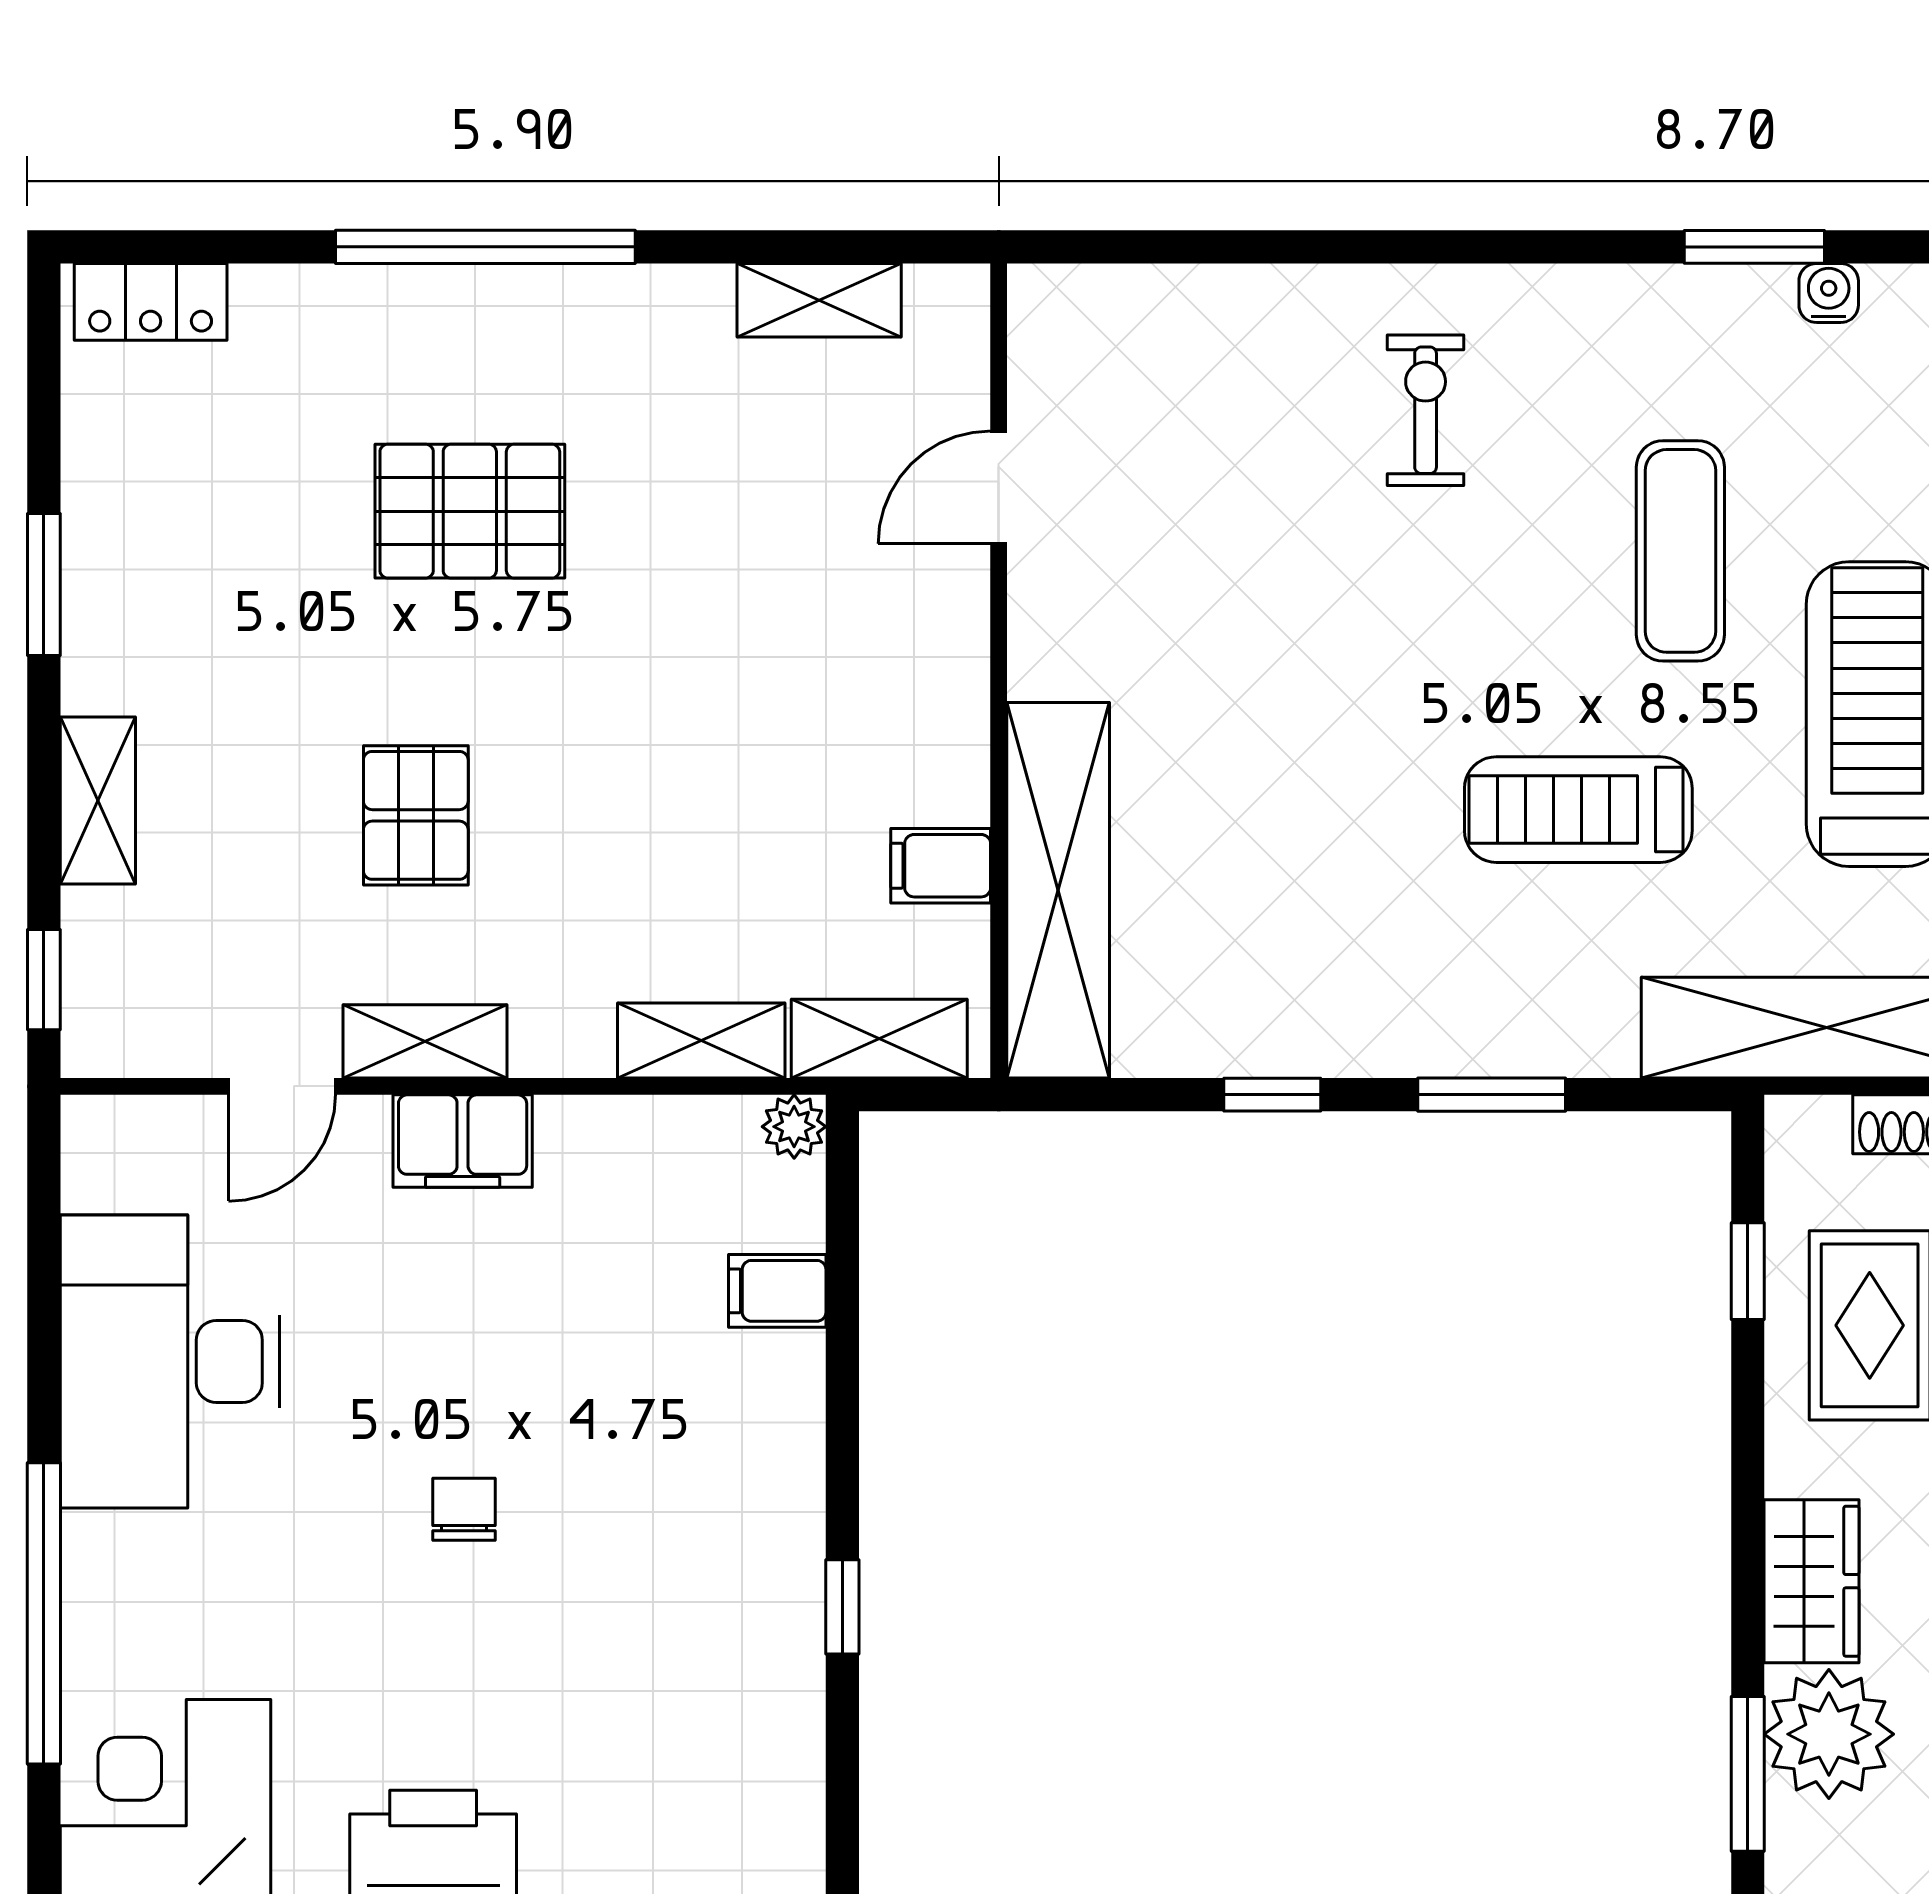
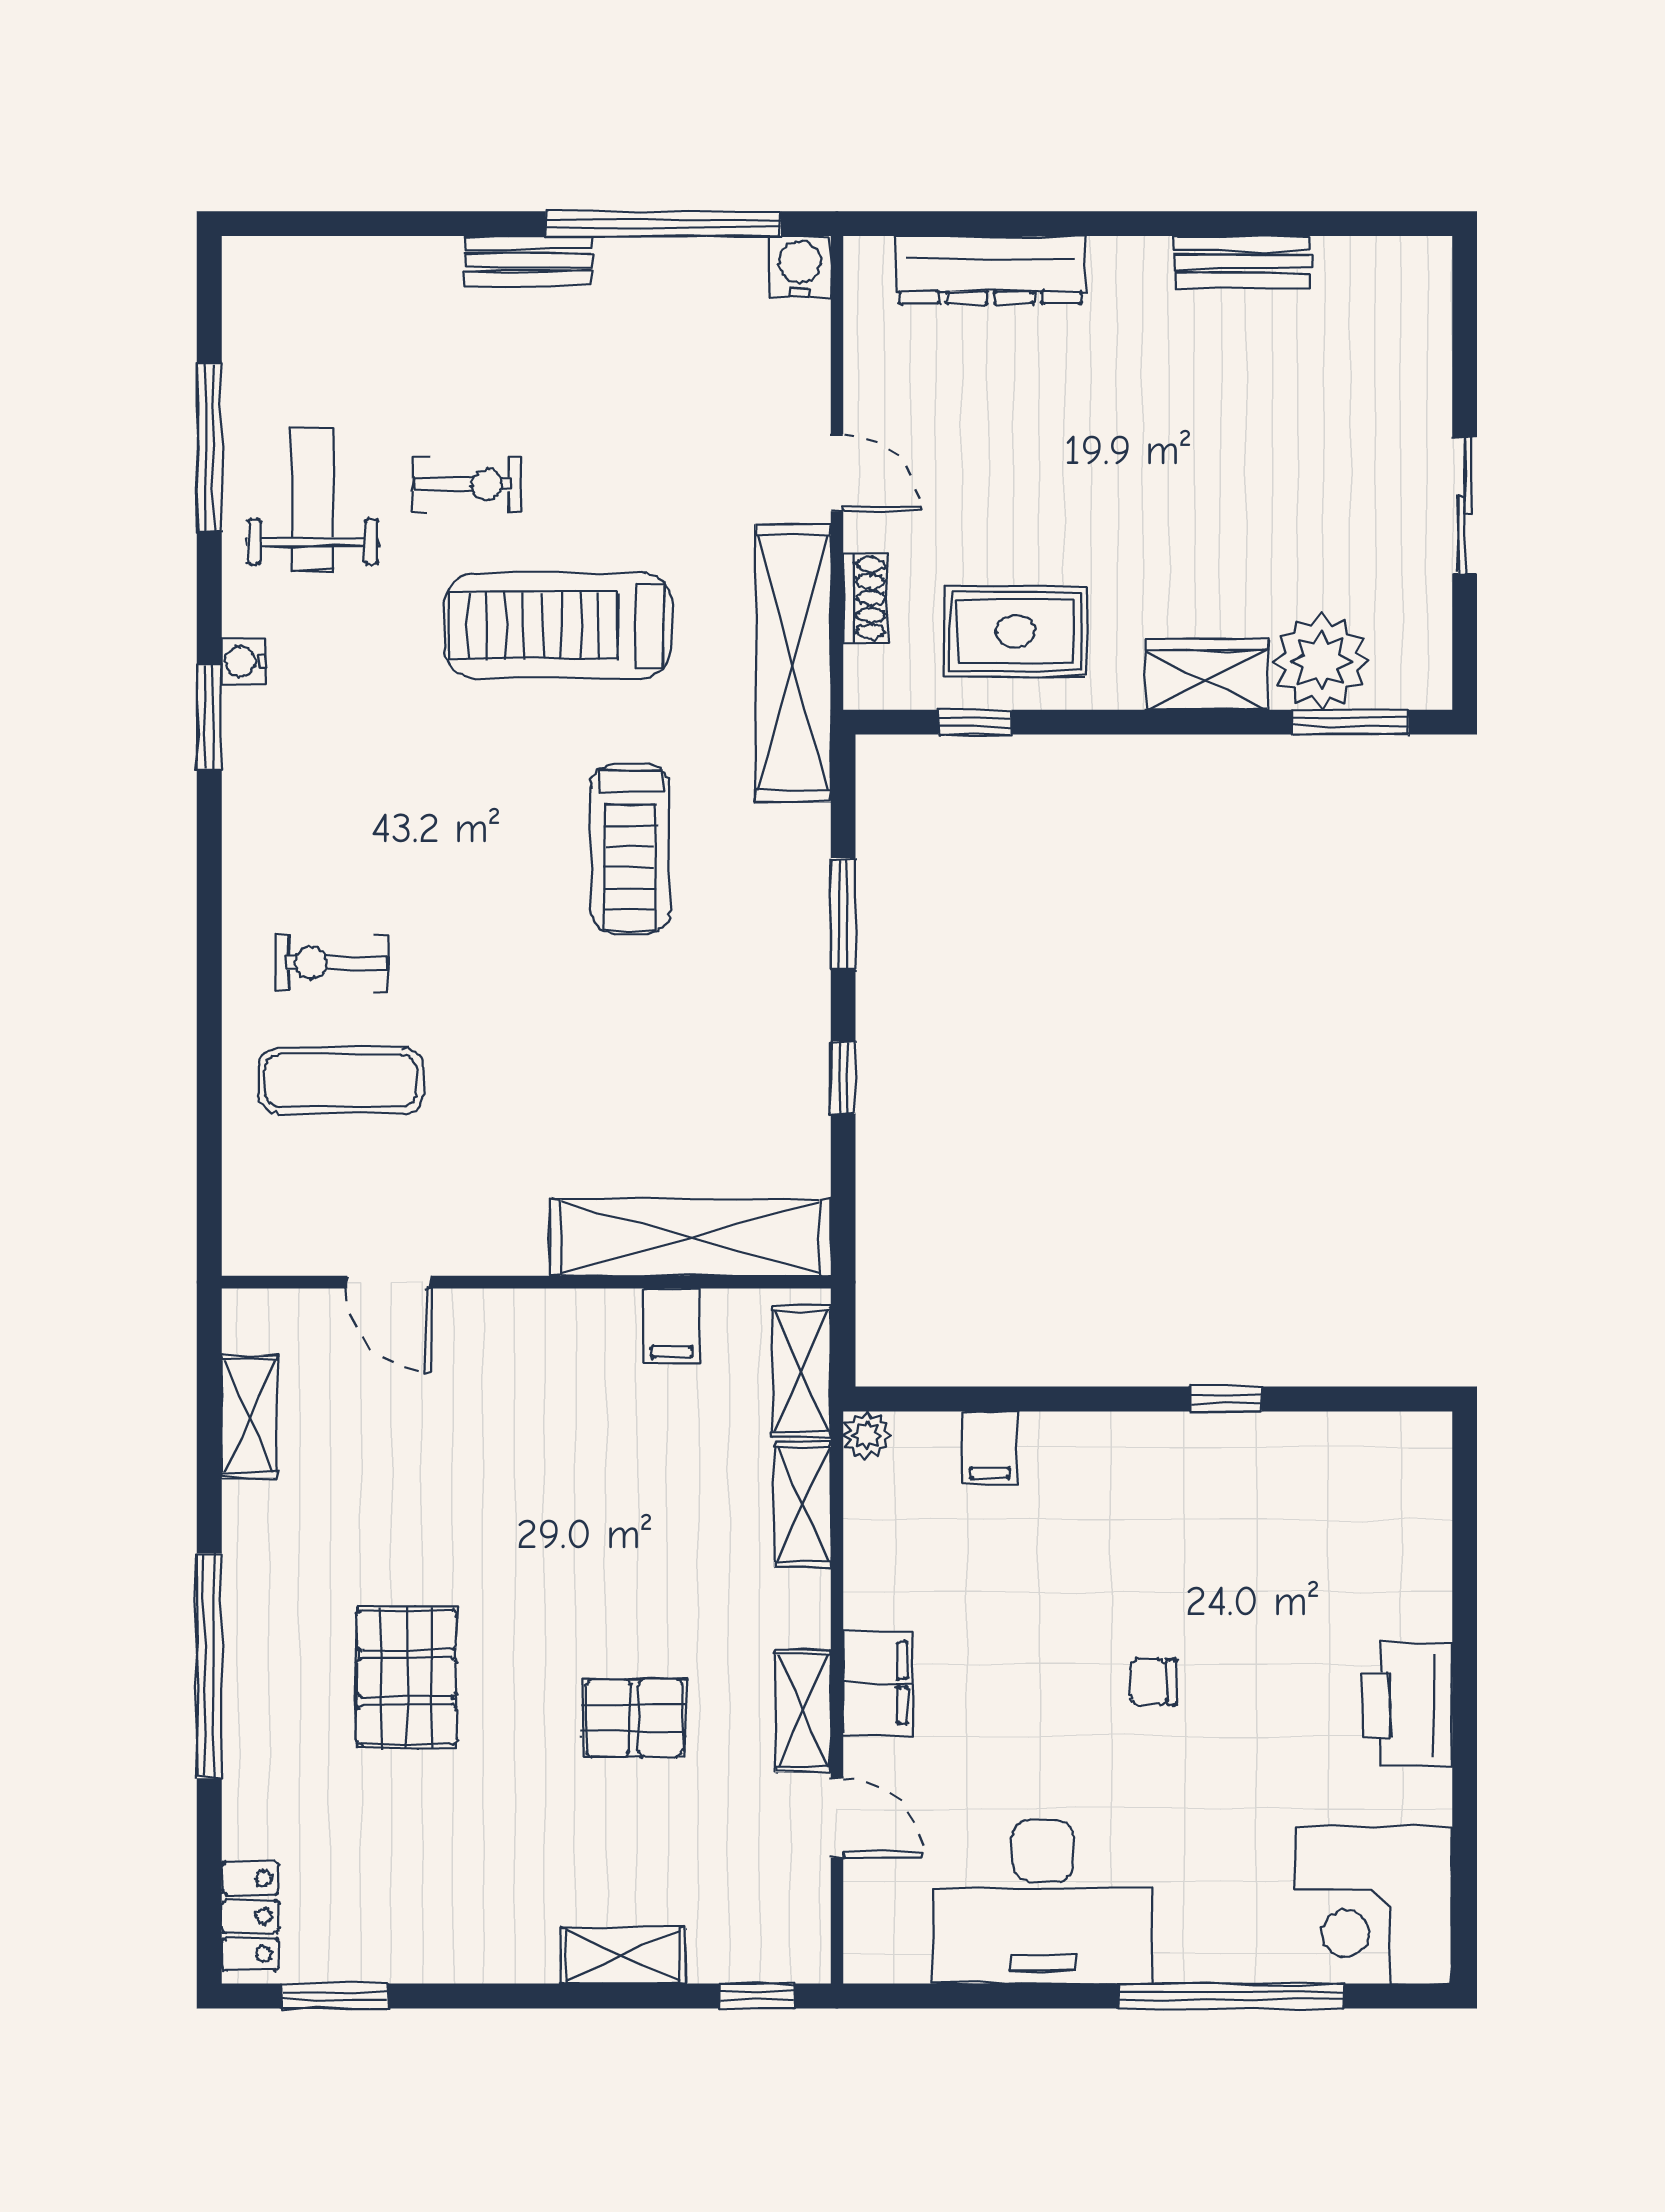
exercise mat: (1680, 551) -> (341, 1081), moved
window: (44, 585) -> (335, 1996), moved

